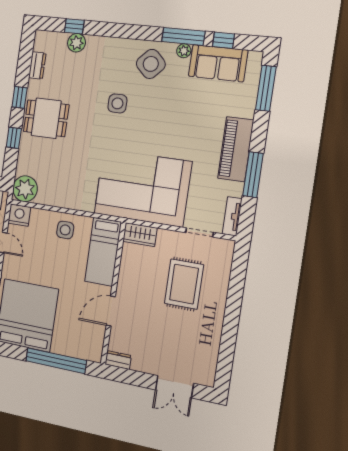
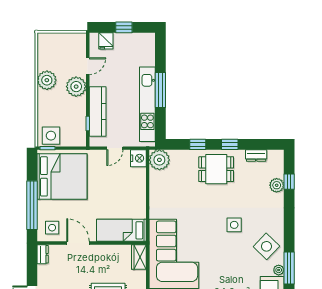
dining table: (46, 118) -> (216, 169), turned 90
side table: (65, 230) -> (52, 228), moved

